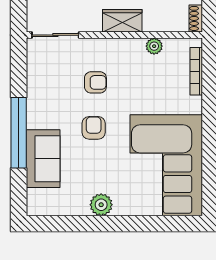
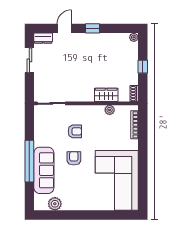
wardrobe: (122, 21) -> (106, 95), moved
sofa: (43, 159) -> (44, 170), width x1.36
plant: (101, 205) -> (55, 204), moved

